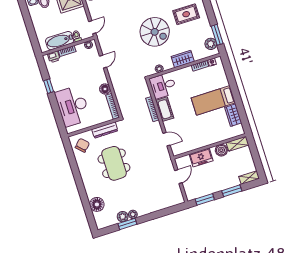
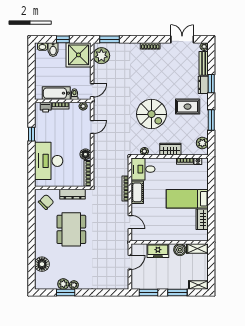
window: (217, 35) -> (211, 120), moved

